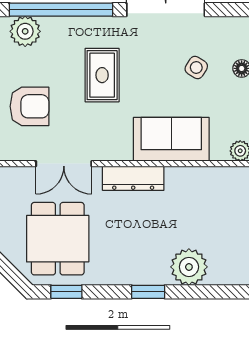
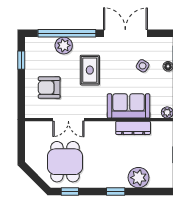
plant: (25, 31) -> (64, 45), moved
armchair: (29, 106) -> (49, 88), turned 180
dresser: (133, 178) -> (133, 128), moved

